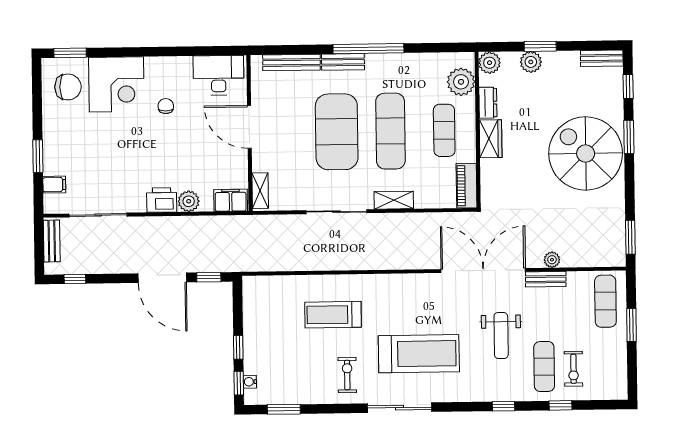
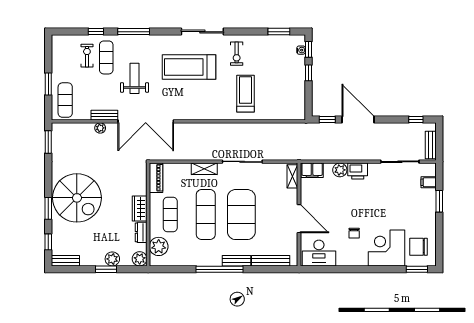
treadmill: (333, 315) -> (245, 94), turned -90
window: (503, 406) -> (134, 32), width x2.17

